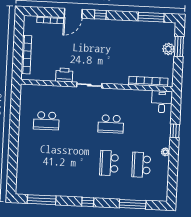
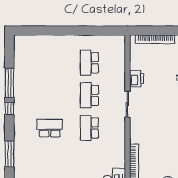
school desk: (141, 165) -> (89, 95), moved, turned -90
window: (42, 200) -> (9, 83), moved

